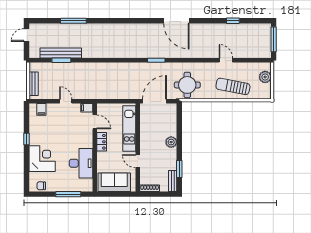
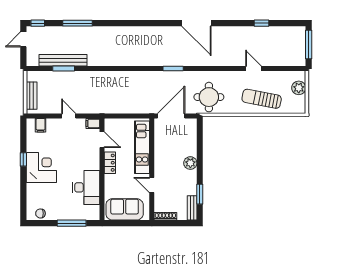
window: (39, 21) -> (38, 23), added
corner desk: (42, 159) -> (41, 167), moved

